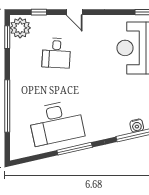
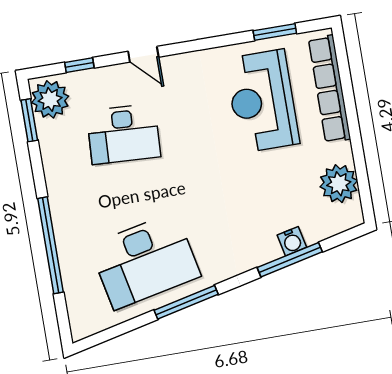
desk: (56, 53) -> (123, 134), width x1.37

